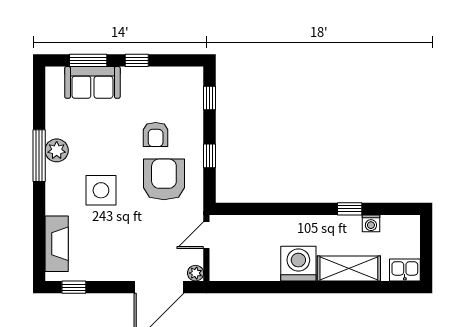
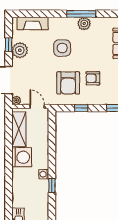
armchair: (164, 179) -> (68, 83), turned 90
washing machine: (371, 223) -> (44, 174), moved
plant: (105, 267) -> (20, 50), added
shelving: (349, 268) -> (19, 129), moved
window: (74, 287) -> (9, 45), moved

